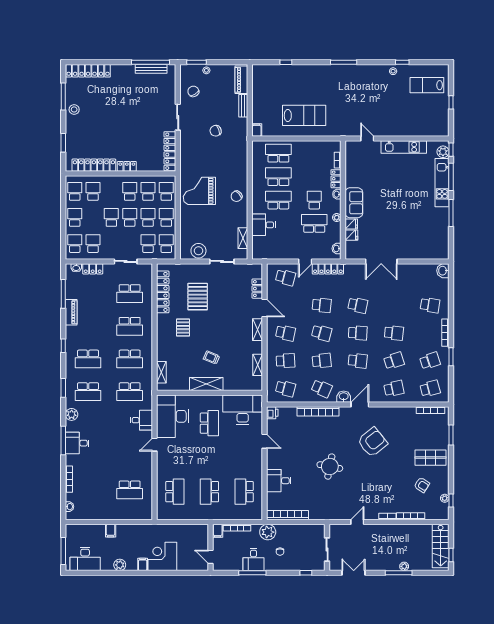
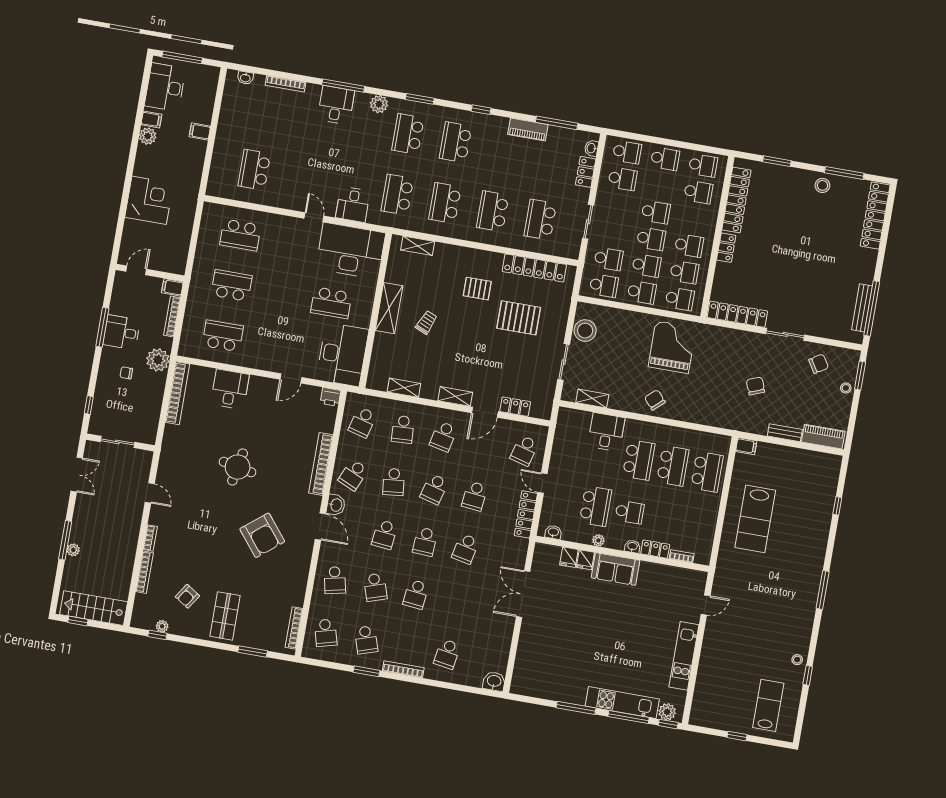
filing cabinet: (143, 564) -> (151, 120), moved

